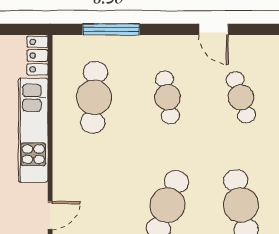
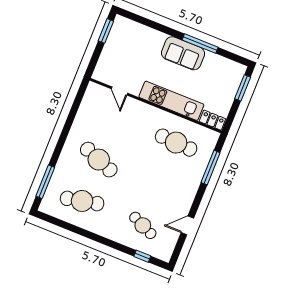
cafe table: (167, 97) -> (159, 184), removed
cafe table: (241, 97) -> (143, 225), turned 42

